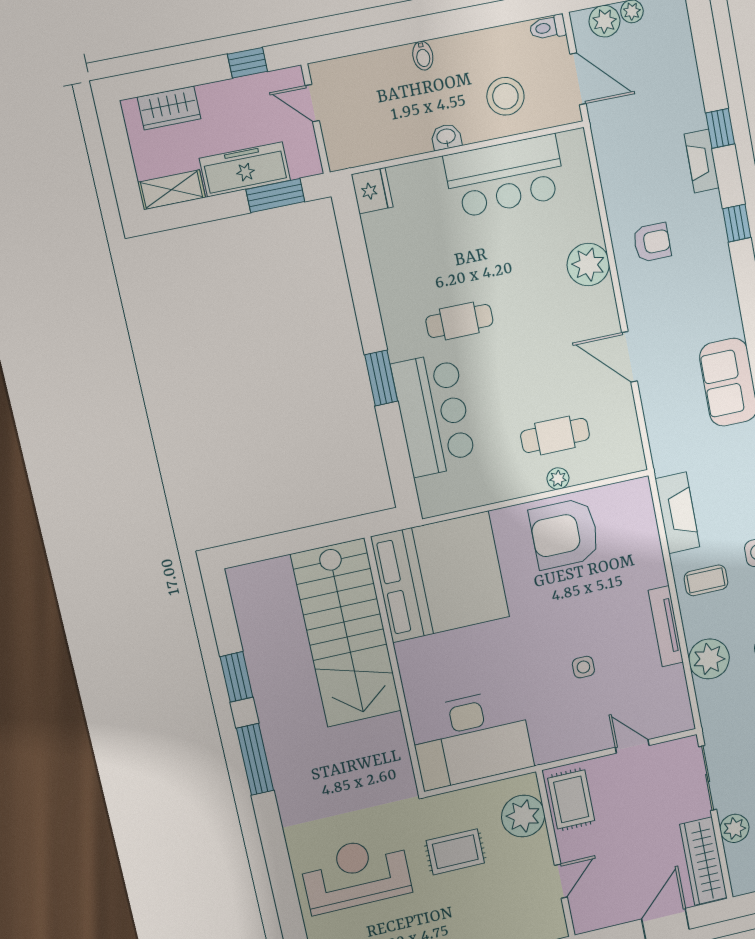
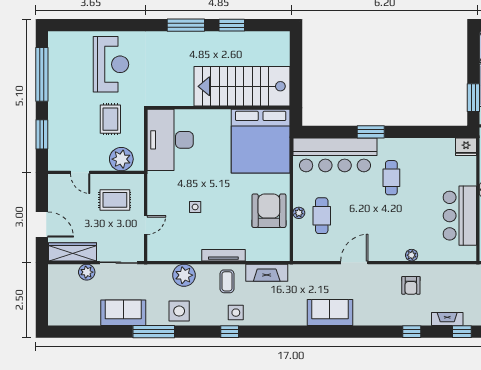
plant: (588, 265) -> (412, 255), width x0.53, depth x0.53
bar counter: (434, 415) -> (335, 155), width x1.36
tv unit: (666, 626) -> (223, 255), moved
rug: (571, 799) -> (115, 200), moved

